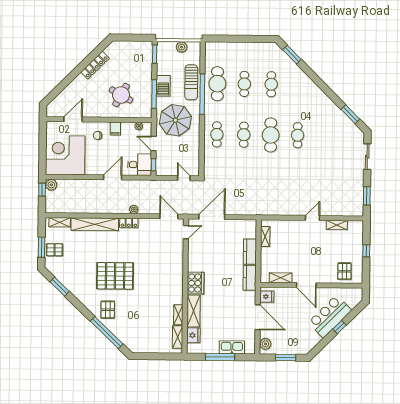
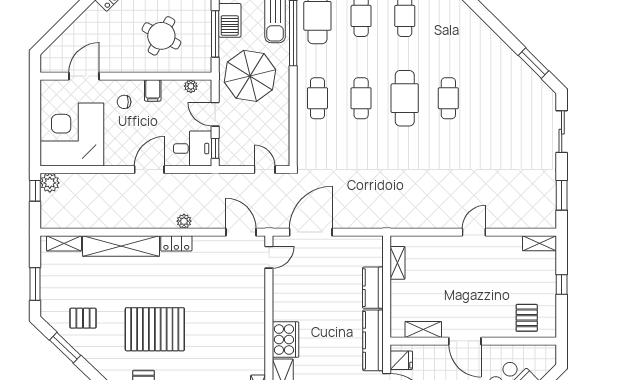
shelving: (337, 225) -> (540, 243), moved
pallet: (55, 250) -> (83, 318), moved
kitchen counter: (250, 278) -> (373, 340), width x1.50

